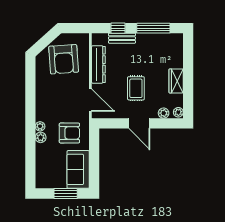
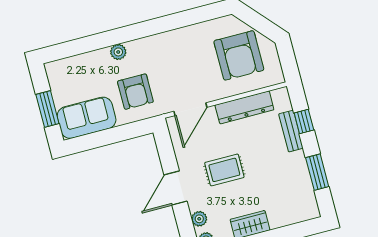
window: (153, 28) -> (317, 172), width x0.69
armchair: (64, 59) -> (239, 55), turned -86
plant: (40, 126) -> (134, 47), removed

